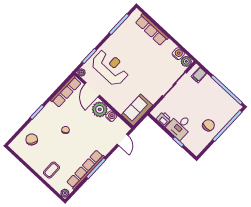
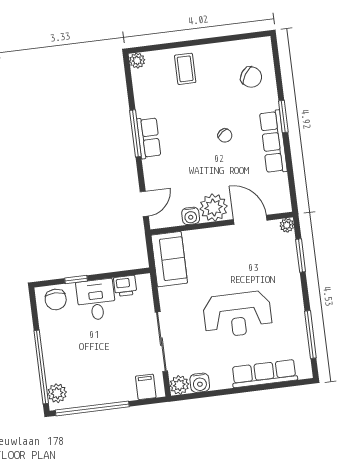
reception desk: (110, 67) -> (237, 315), moved
row of seats: (66, 92) -> (273, 142), moved
plant: (233, 110) -> (57, 393), added
chair: (208, 125) -> (56, 300), moved
door: (123, 140) -> (144, 204), swing flipped
row of seats: (85, 169) -> (149, 138), width x0.50

